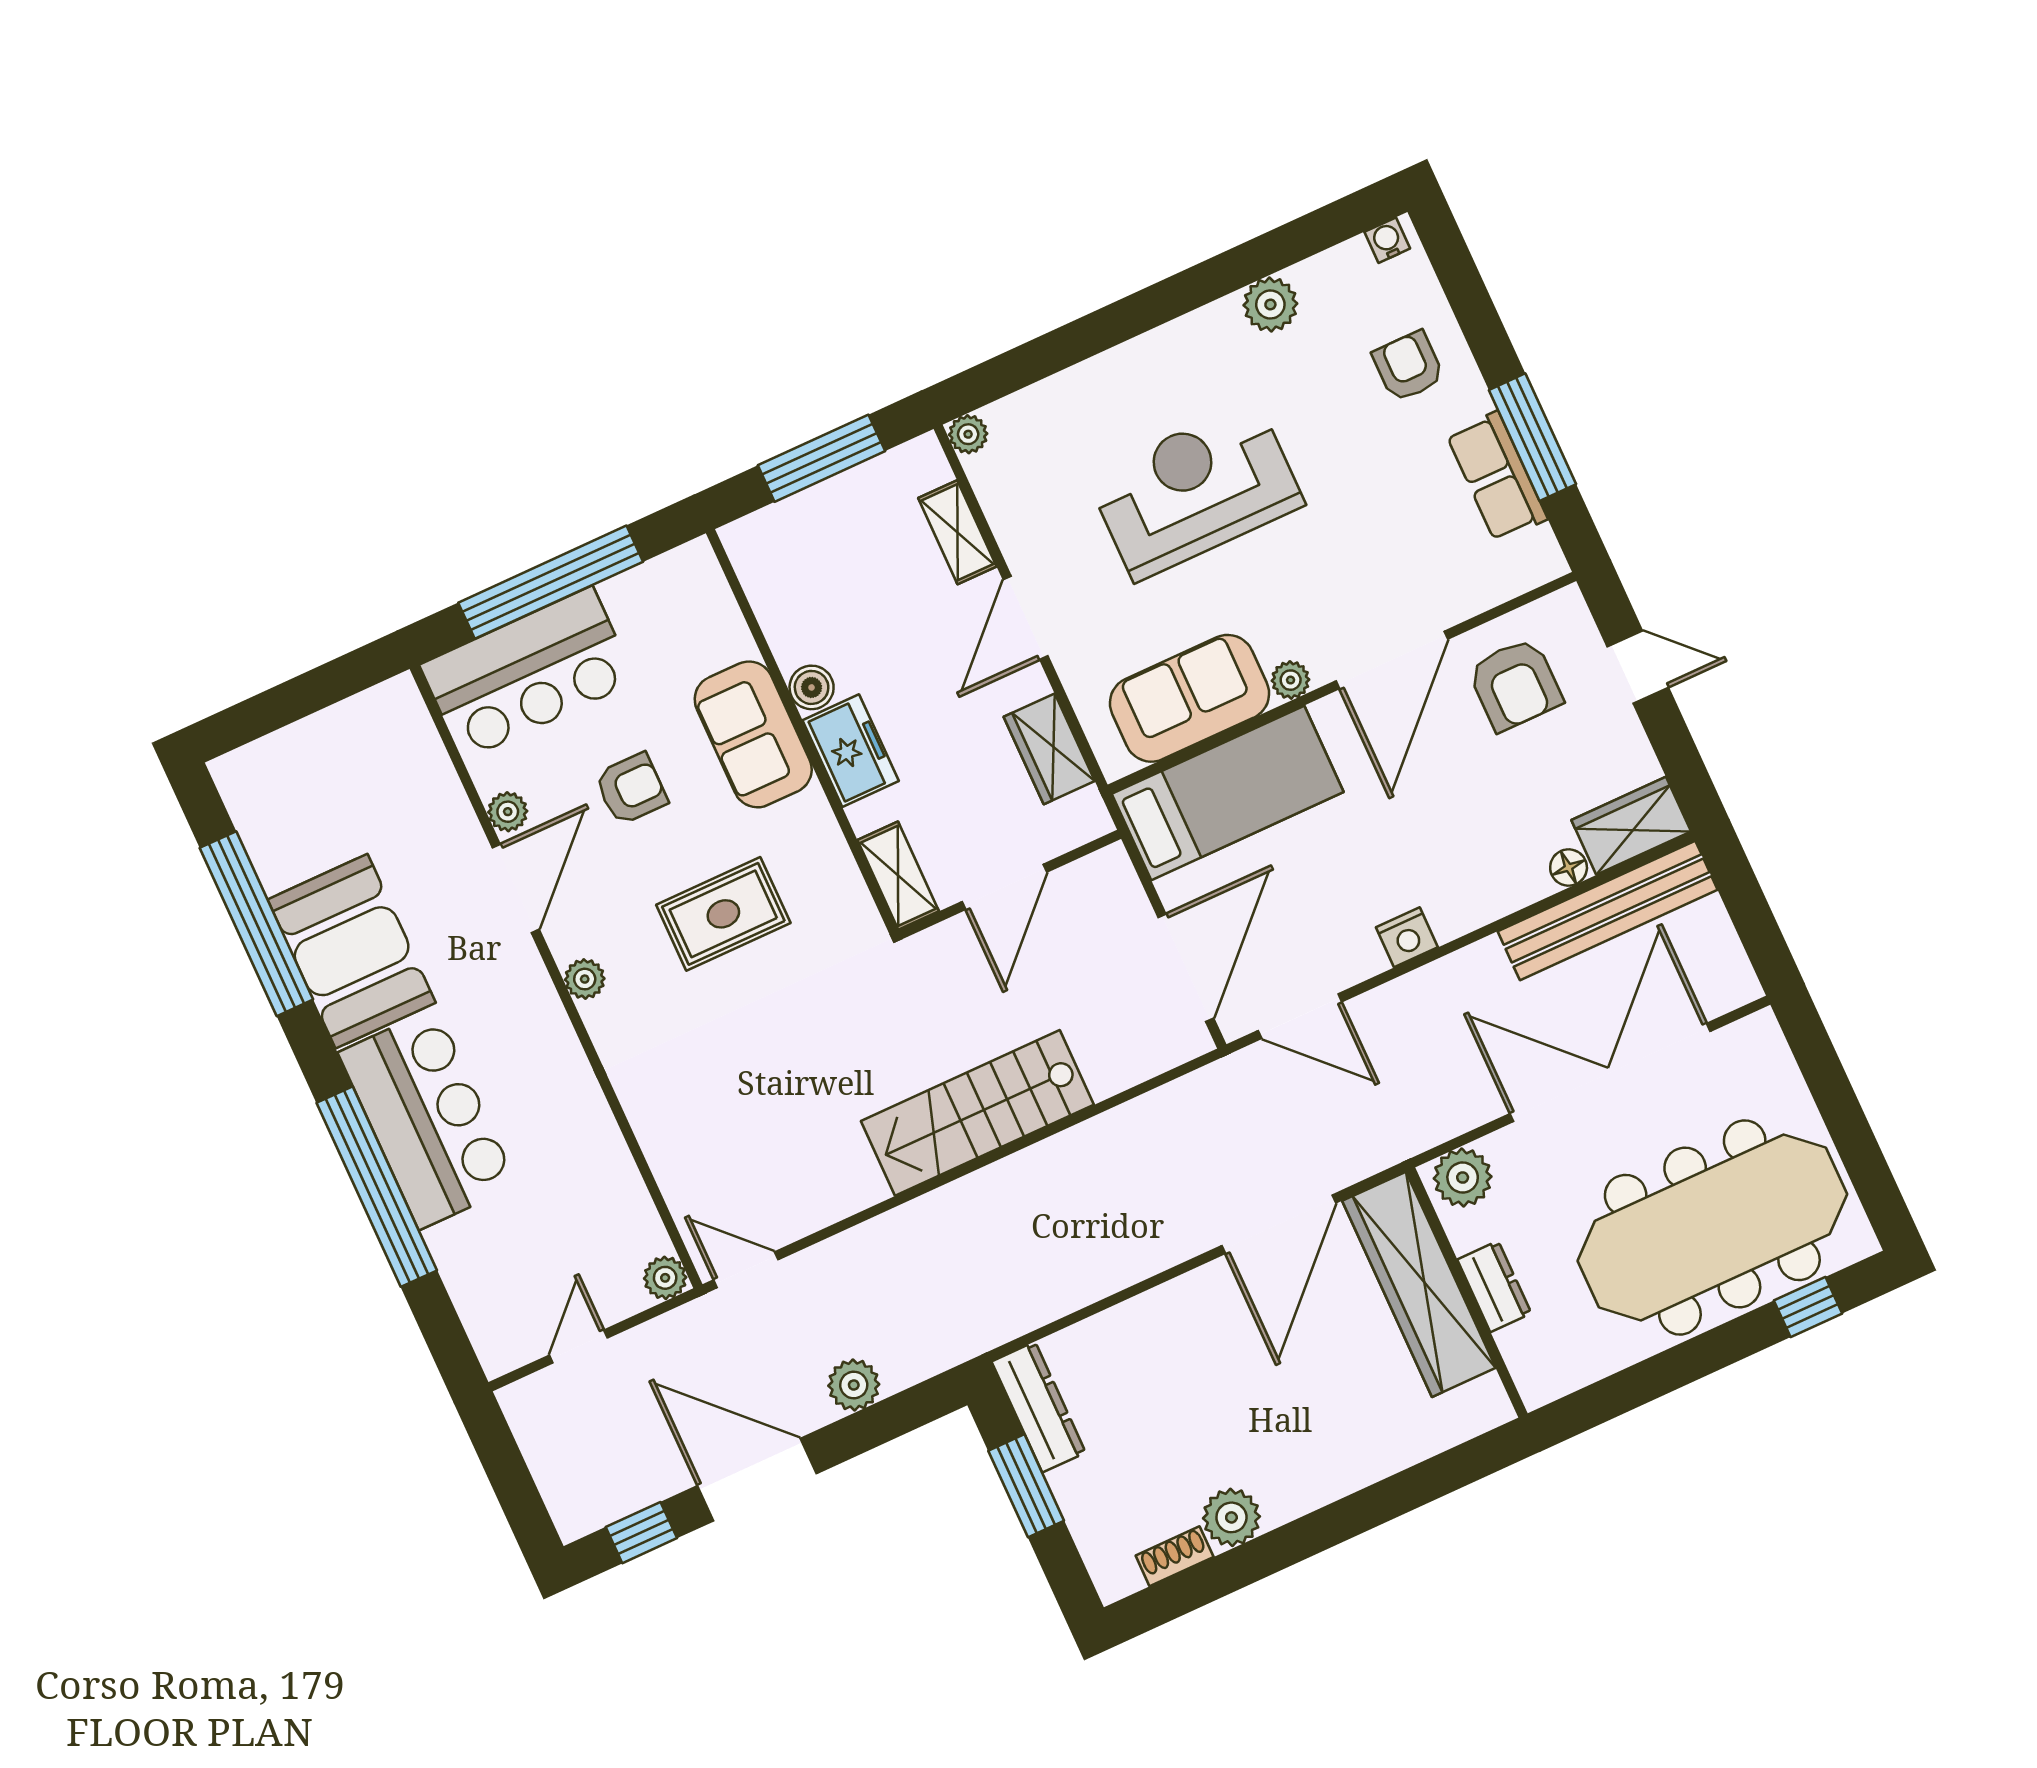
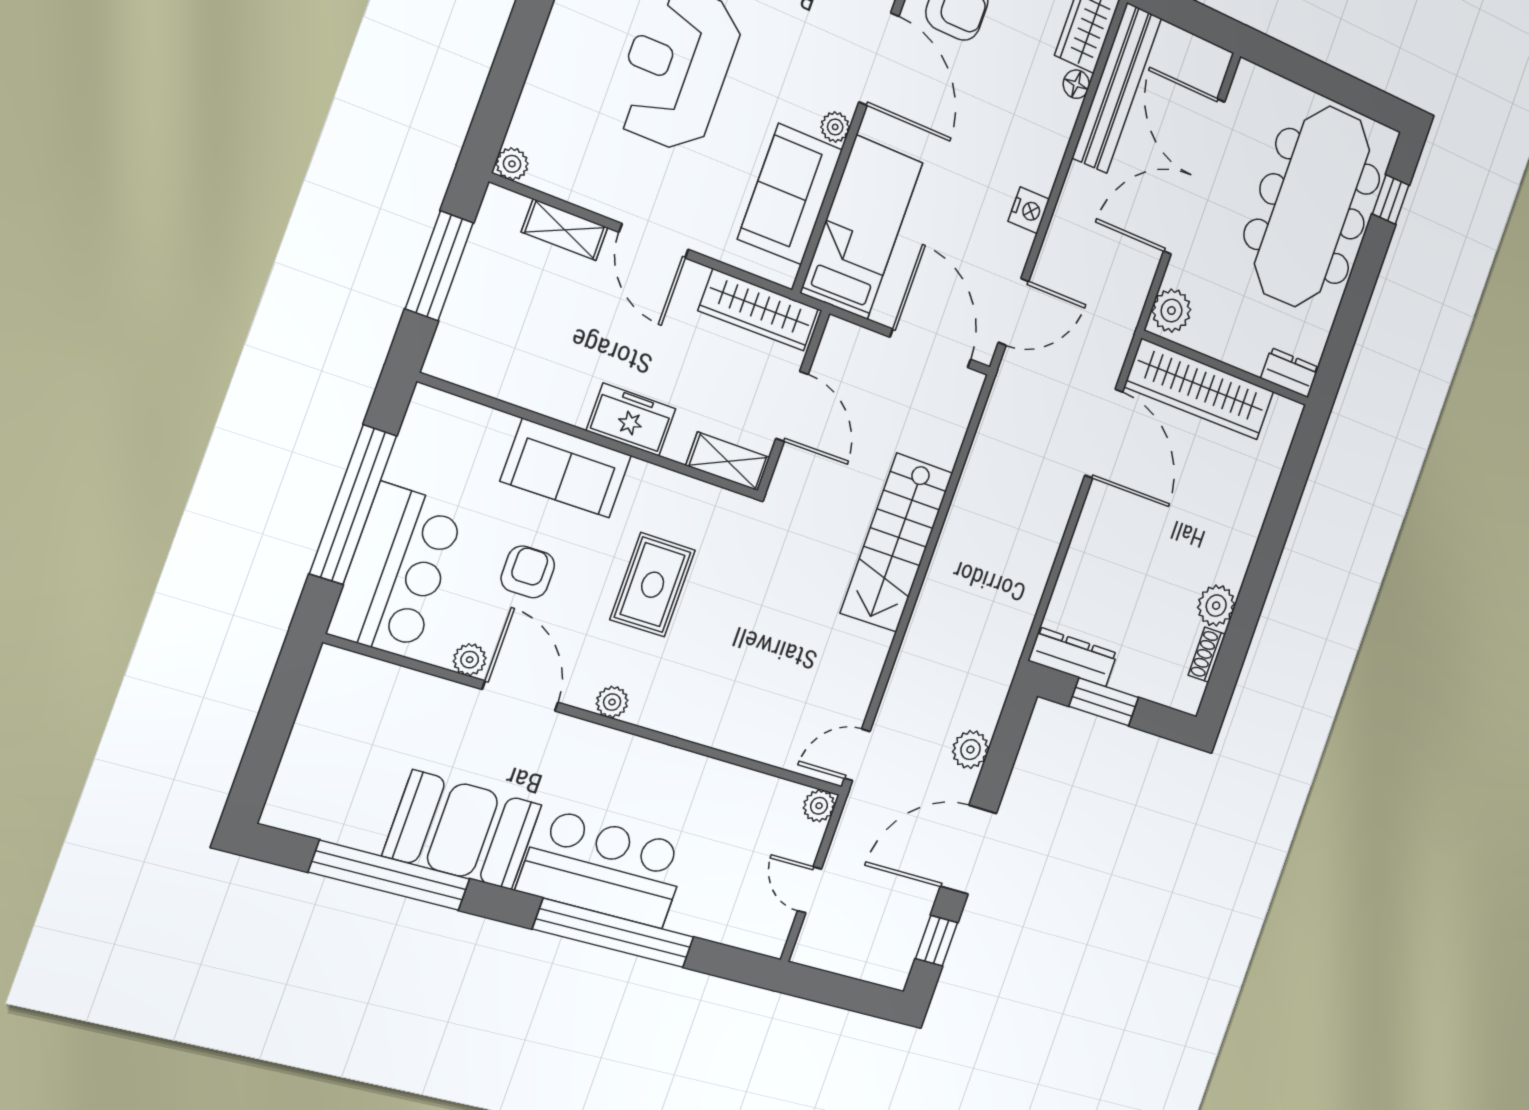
boiler: (812, 687) -> (572, 407), removed
wardrobe: (1049, 749) -> (759, 310), width x1.50
dresser: (1494, 1286) -> (1290, 373), moved

